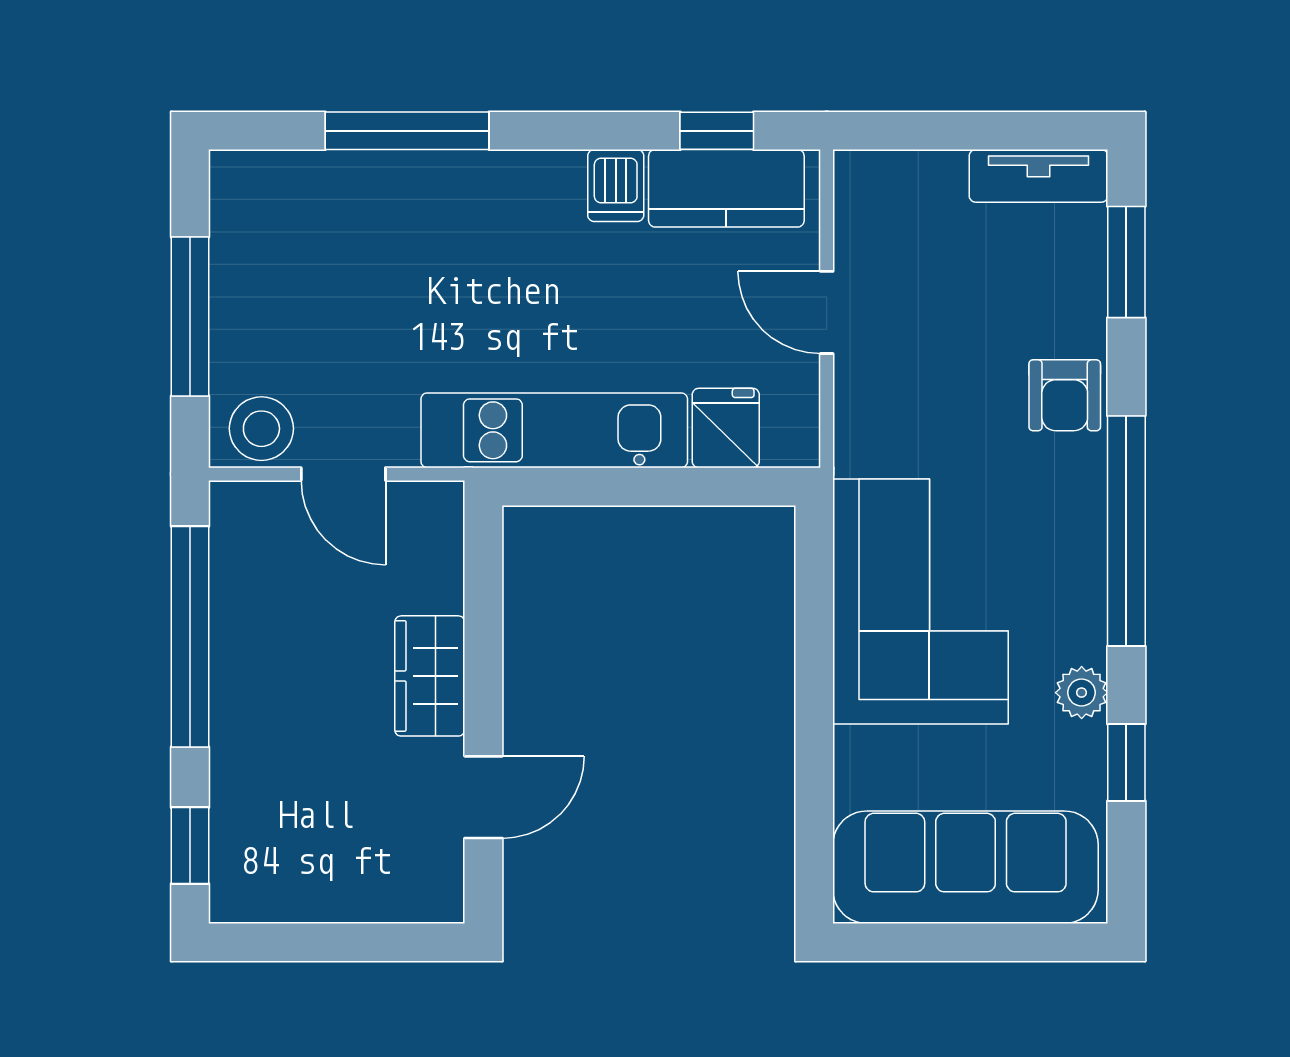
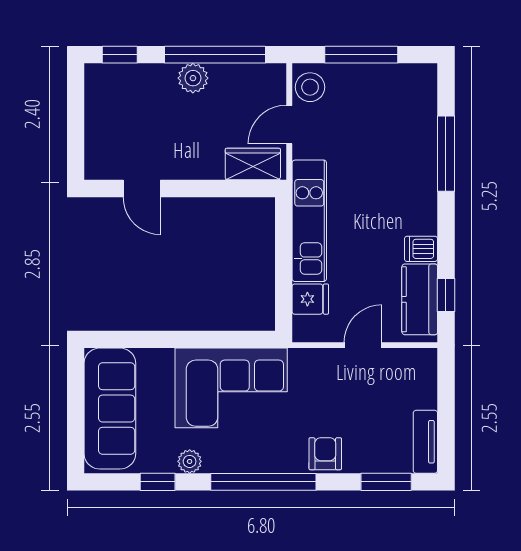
armchair: (1065, 395) -> (325, 454), turned 90
wardrobe: (430, 676) -> (253, 164), moved
plant: (242, 685) -> (193, 78), added

